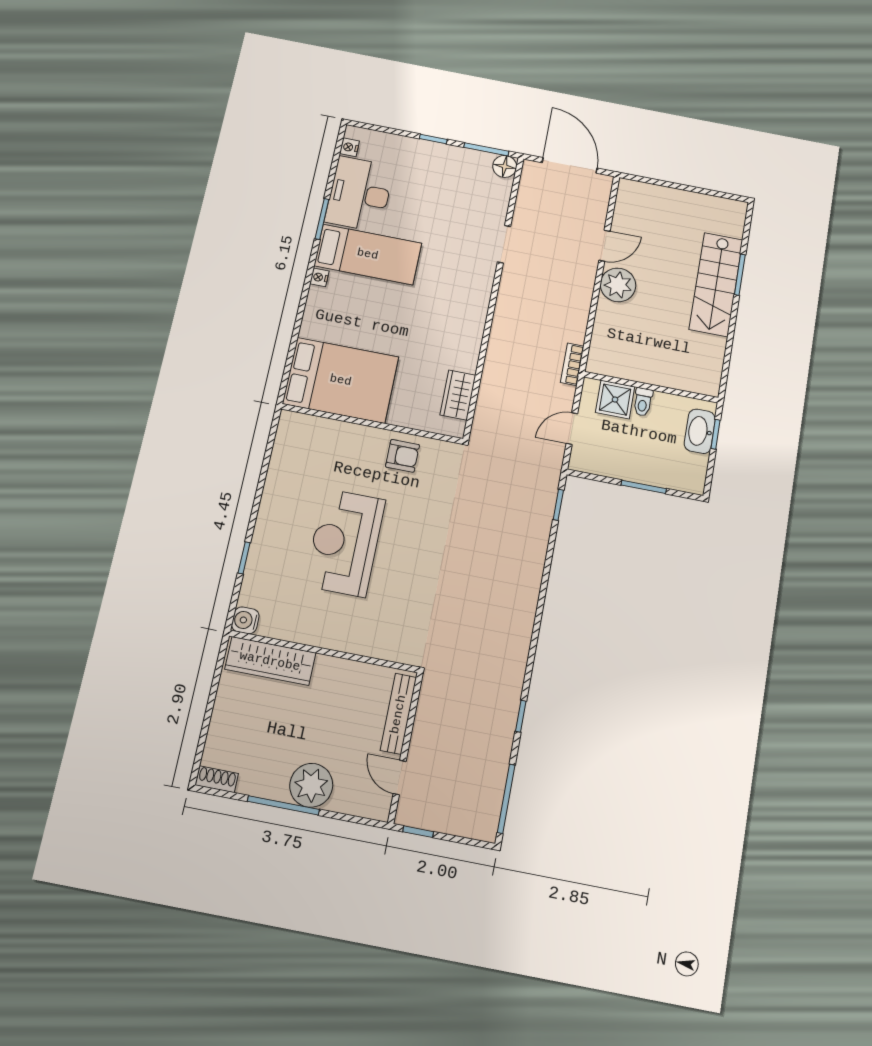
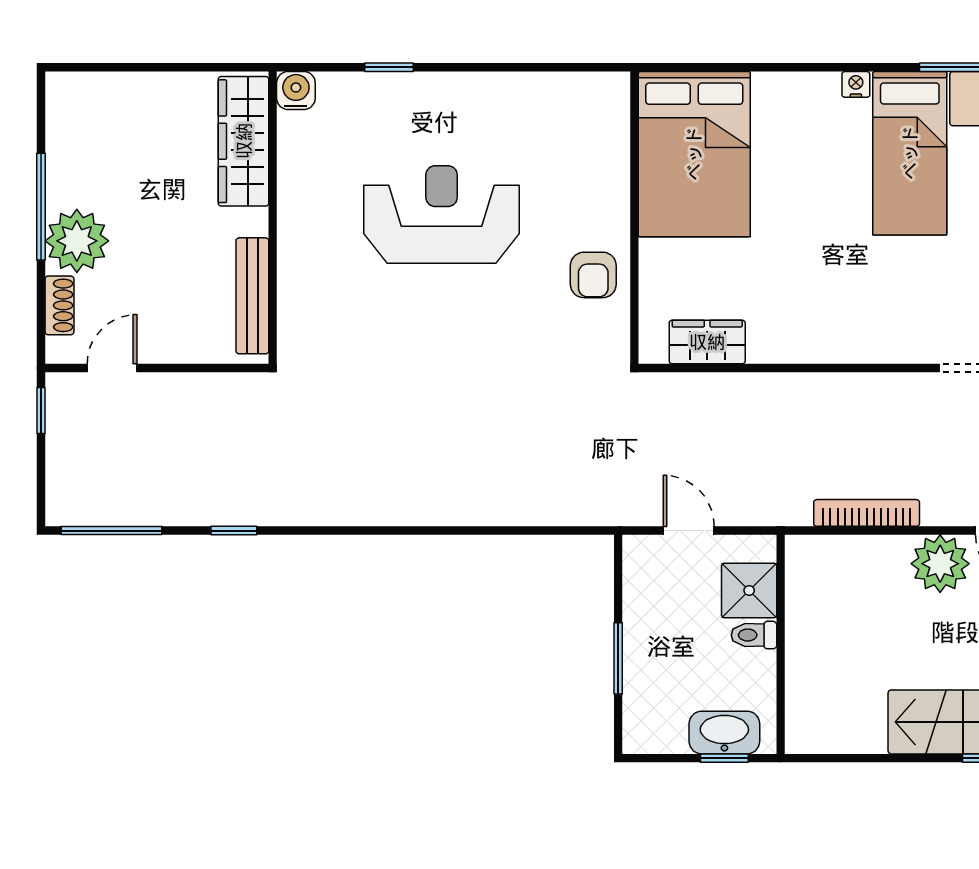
bookcase: (572, 364) -> (867, 513), moved, width x1.56
window: (558, 505) -> (564, 531), removed
bench: (398, 714) -> (252, 296), moved, turned 90
shoe rack: (217, 779) -> (59, 305), moved

